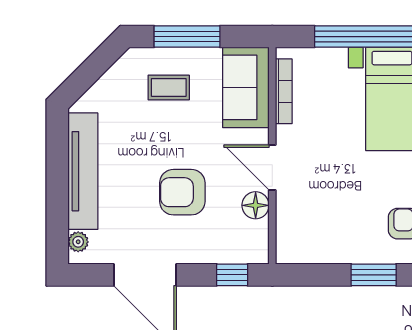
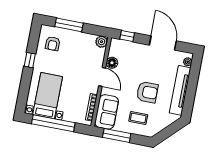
window: (187, 37) -> (117, 135), moved
armchair: (182, 192) -> (147, 92), moved
plant: (290, 250) -> (102, 42), added
window: (374, 275) -> (69, 25), width x1.44

